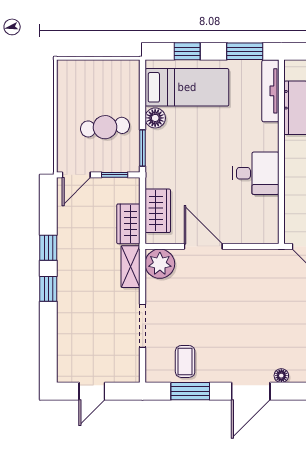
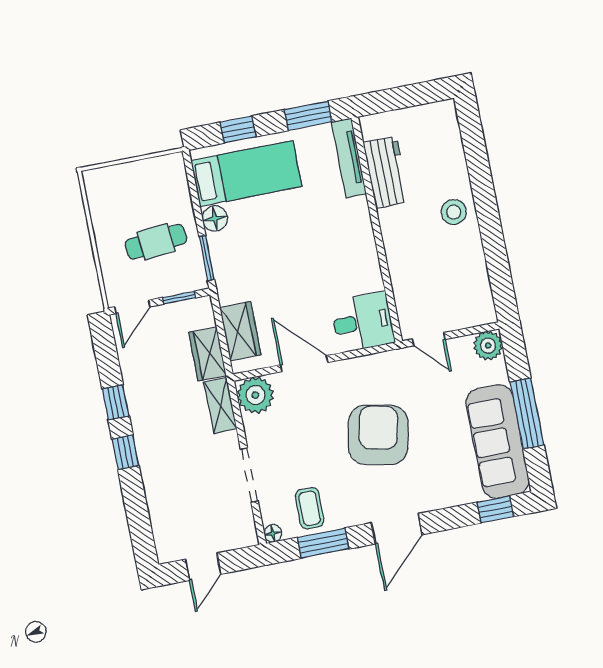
desk: (256, 173) -> (363, 322), moved
armchair: (251, 314) -> (378, 435), added
floor lamp: (281, 376) -> (273, 533), moved

